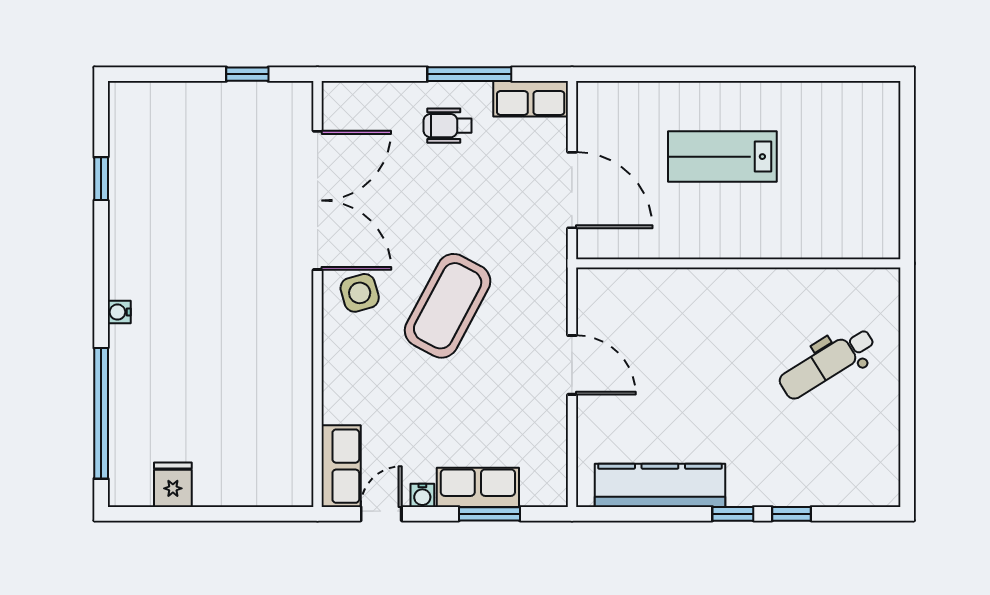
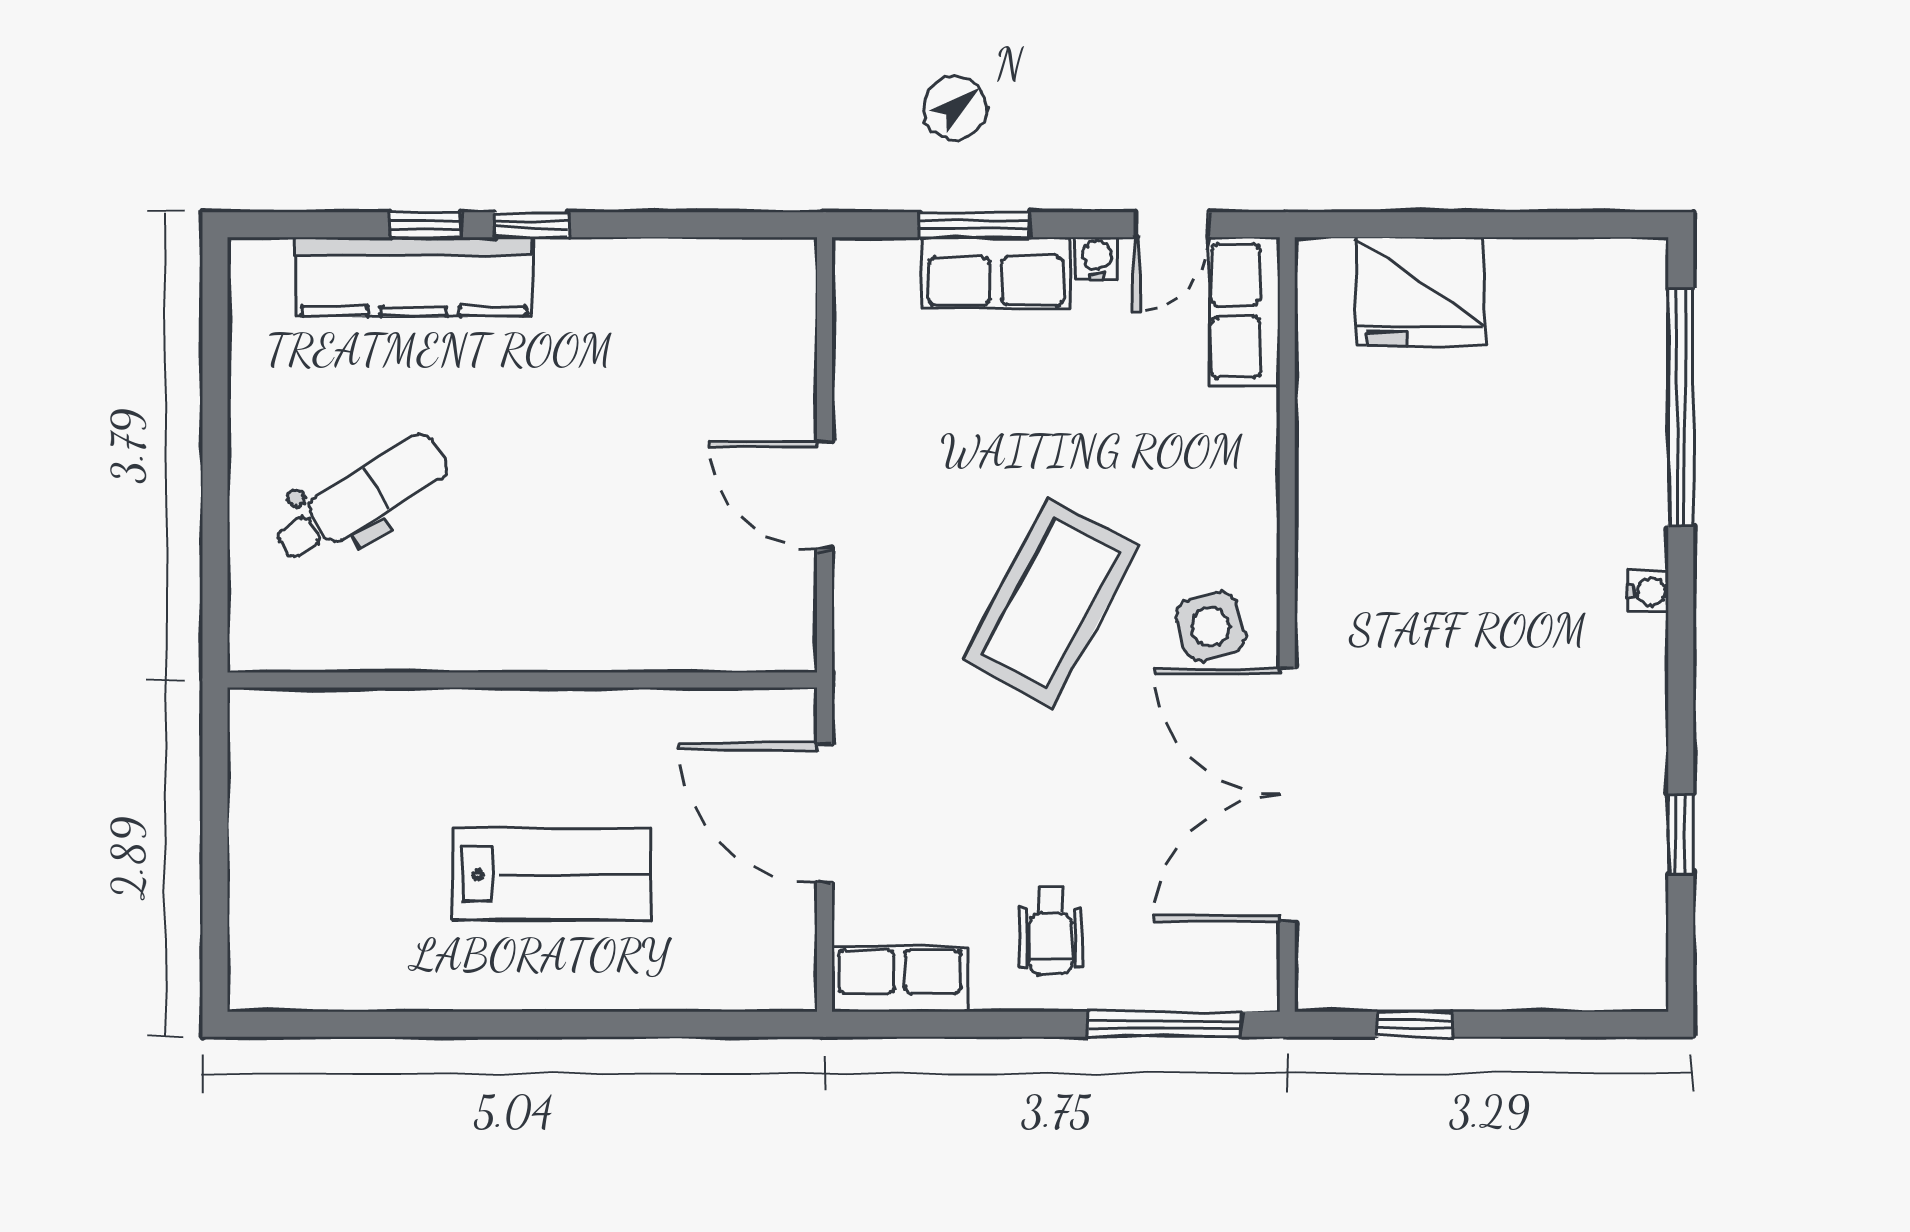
window: (469, 74) -> (1165, 1024), moved
wheelchair: (448, 126) -> (1051, 931), turned 90
fridge: (173, 485) -> (1420, 291), moved, width x1.88, depth x1.34
kitchen counter: (660, 485) -> (414, 277), moved

